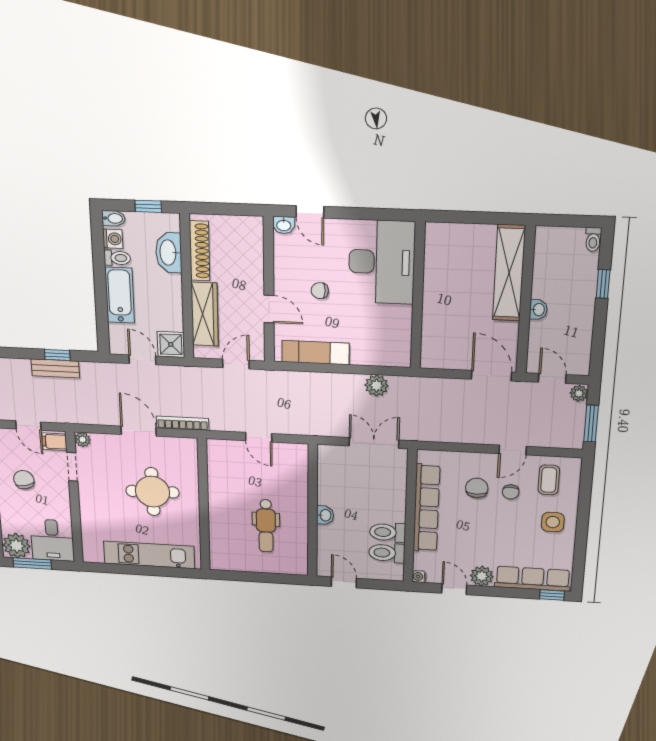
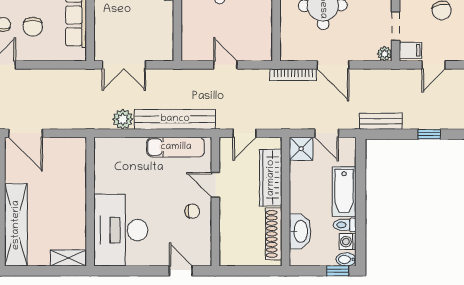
window: (148, 206) -> (338, 271), moved
washbasin: (284, 225) -> (203, 259), removed
shelving: (447, 232) -> (68, 258), added
chair: (320, 291) -> (192, 211), moved
window: (57, 355) -> (429, 134), moved
bench: (55, 368) -> (381, 121), moved
bench: (316, 383) -> (175, 119), added
door: (28, 425) -> (433, 65), swing flipped

